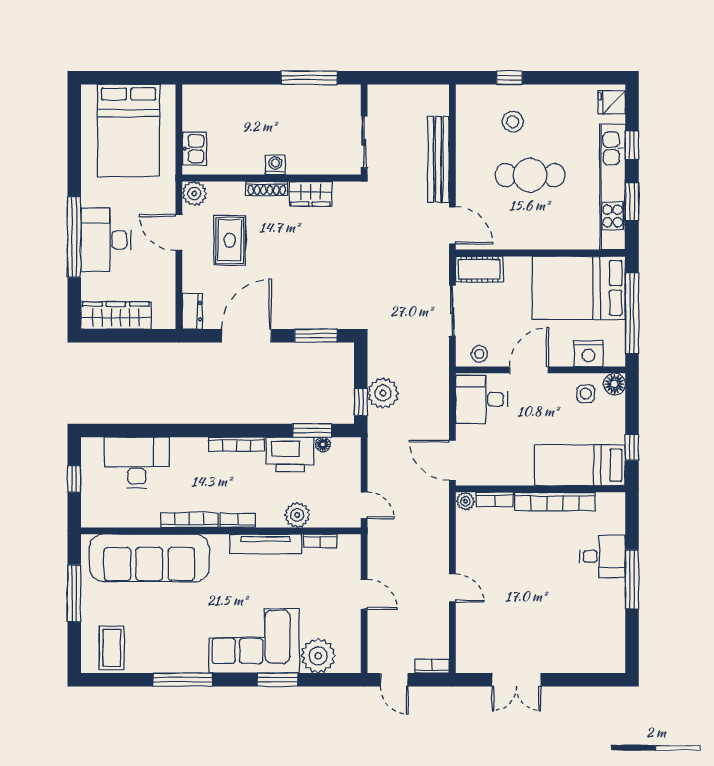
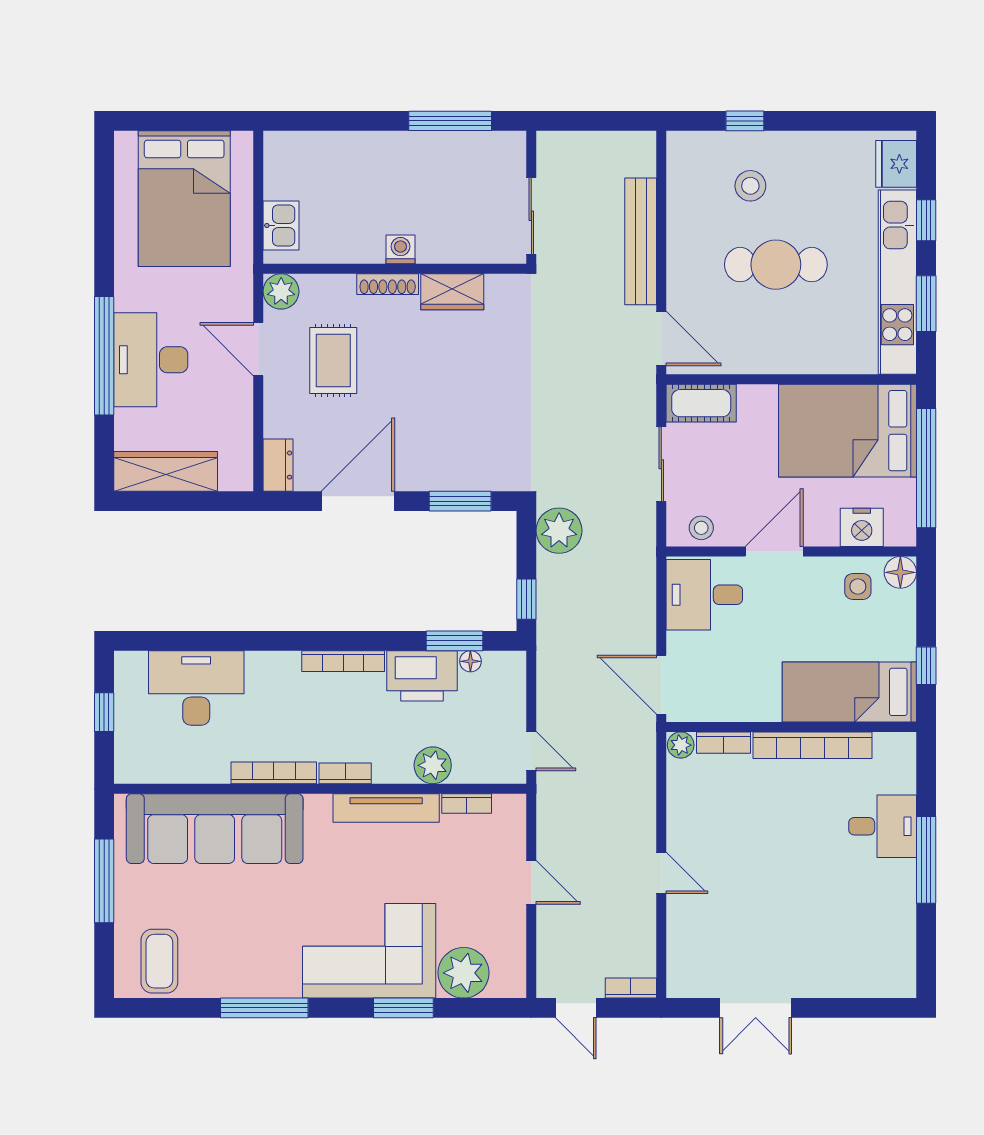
fridge: (612, 102) -> (896, 164), width x1.38
plant: (383, 393) -> (559, 531), moved

